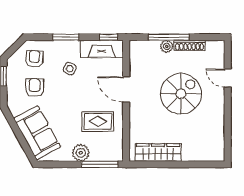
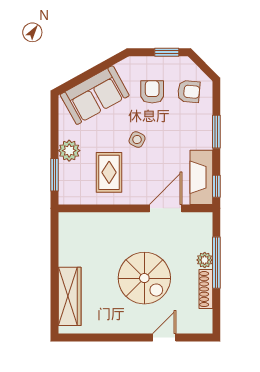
side table: (70, 69) -> (137, 140), moved
armchair: (35, 88) -> (152, 92), turned -90
door: (126, 89) -> (166, 208), moved
wardrobe: (158, 152) -> (70, 296), moved
window: (100, 164) -> (54, 175), width x0.69

